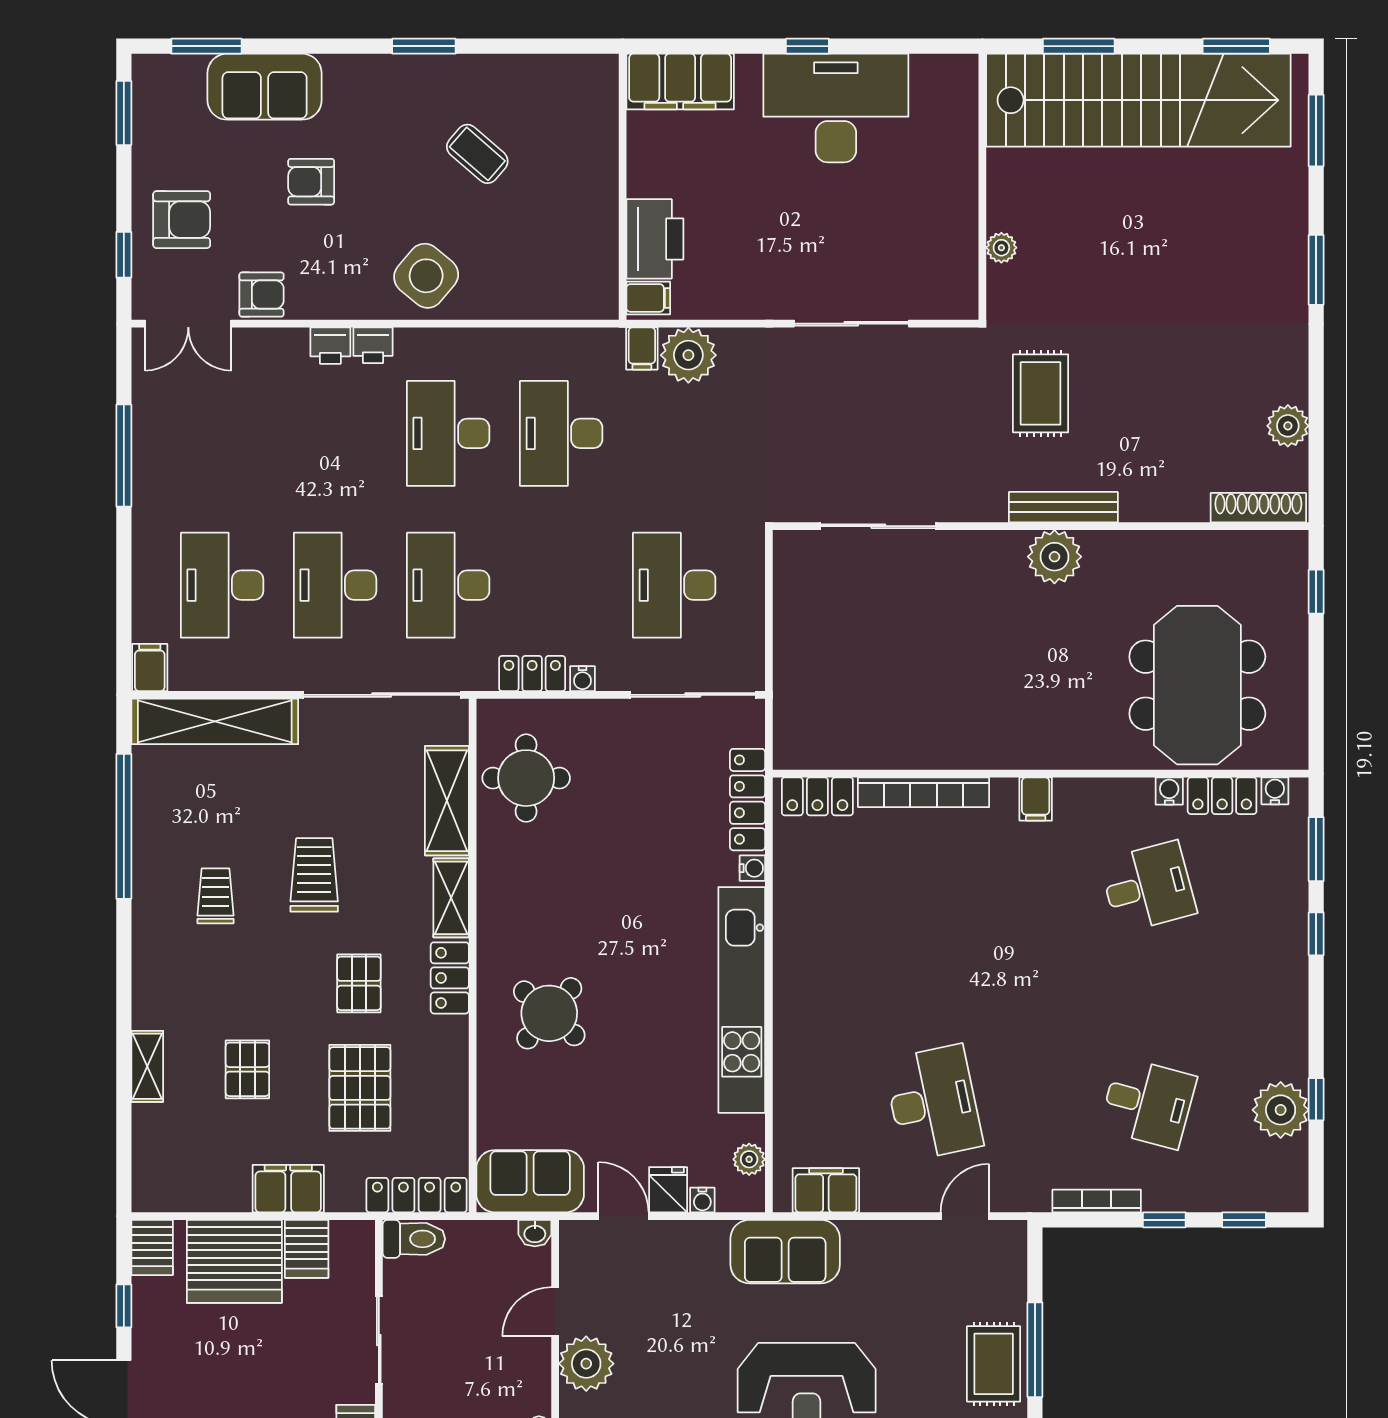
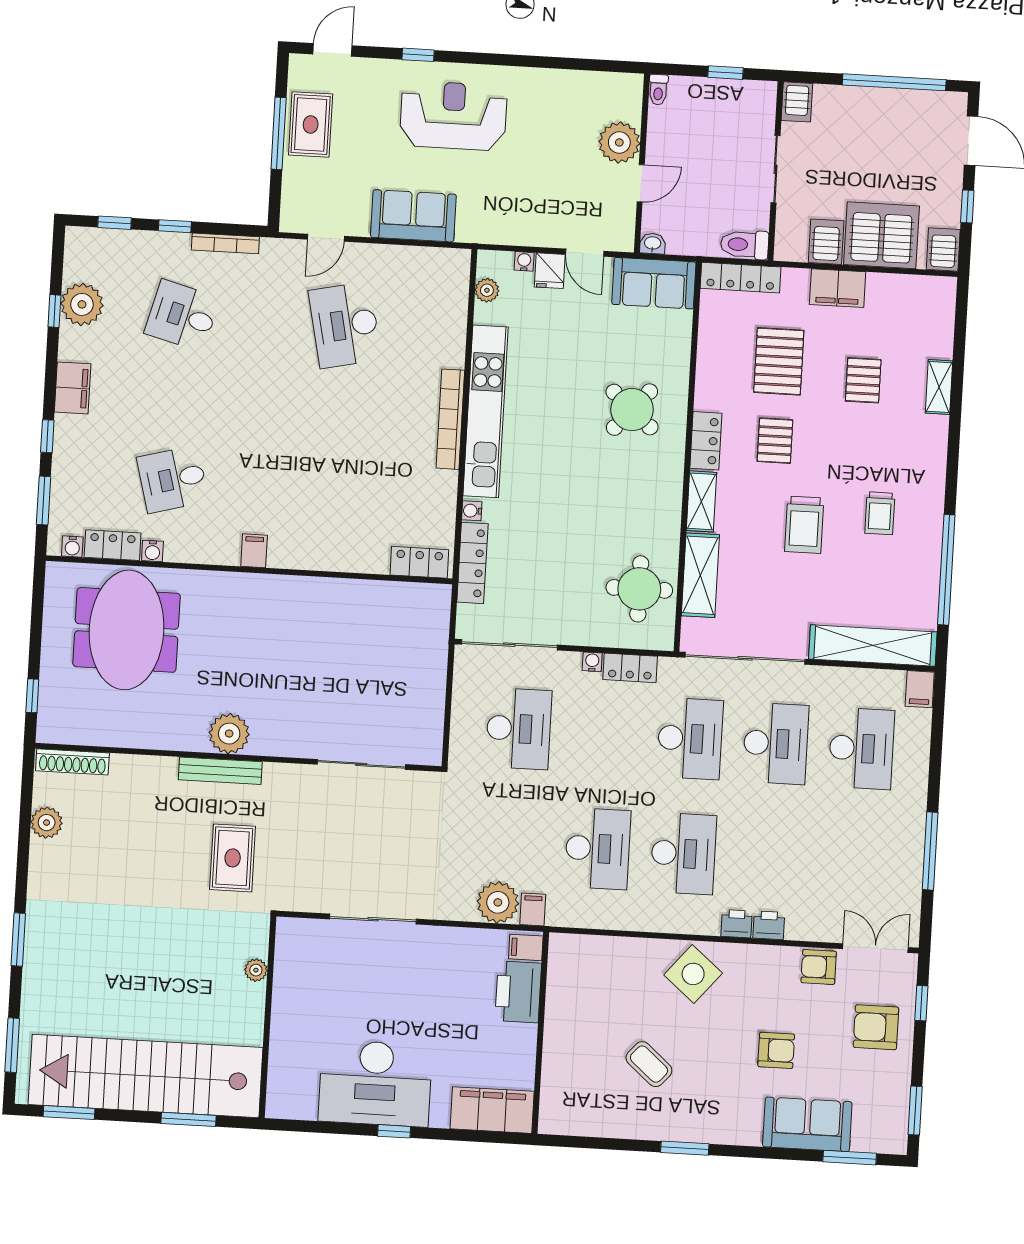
bookcase: (924, 792) -> (450, 419), moved, turned -90
filing cabinet: (826, 1190) -> (73, 388), moved, turned -90
sofa: (785, 1252) -> (413, 216), moved

